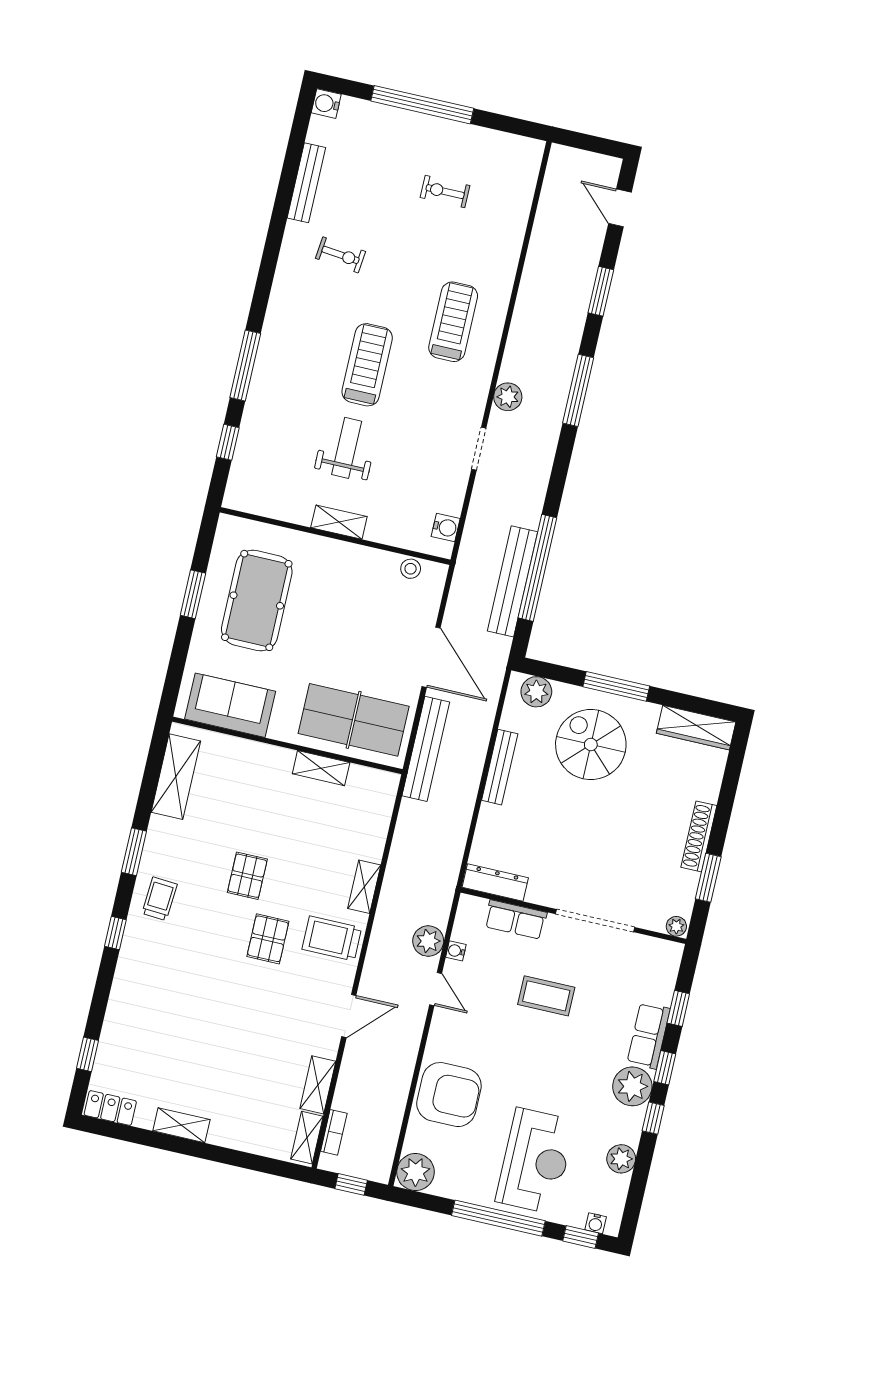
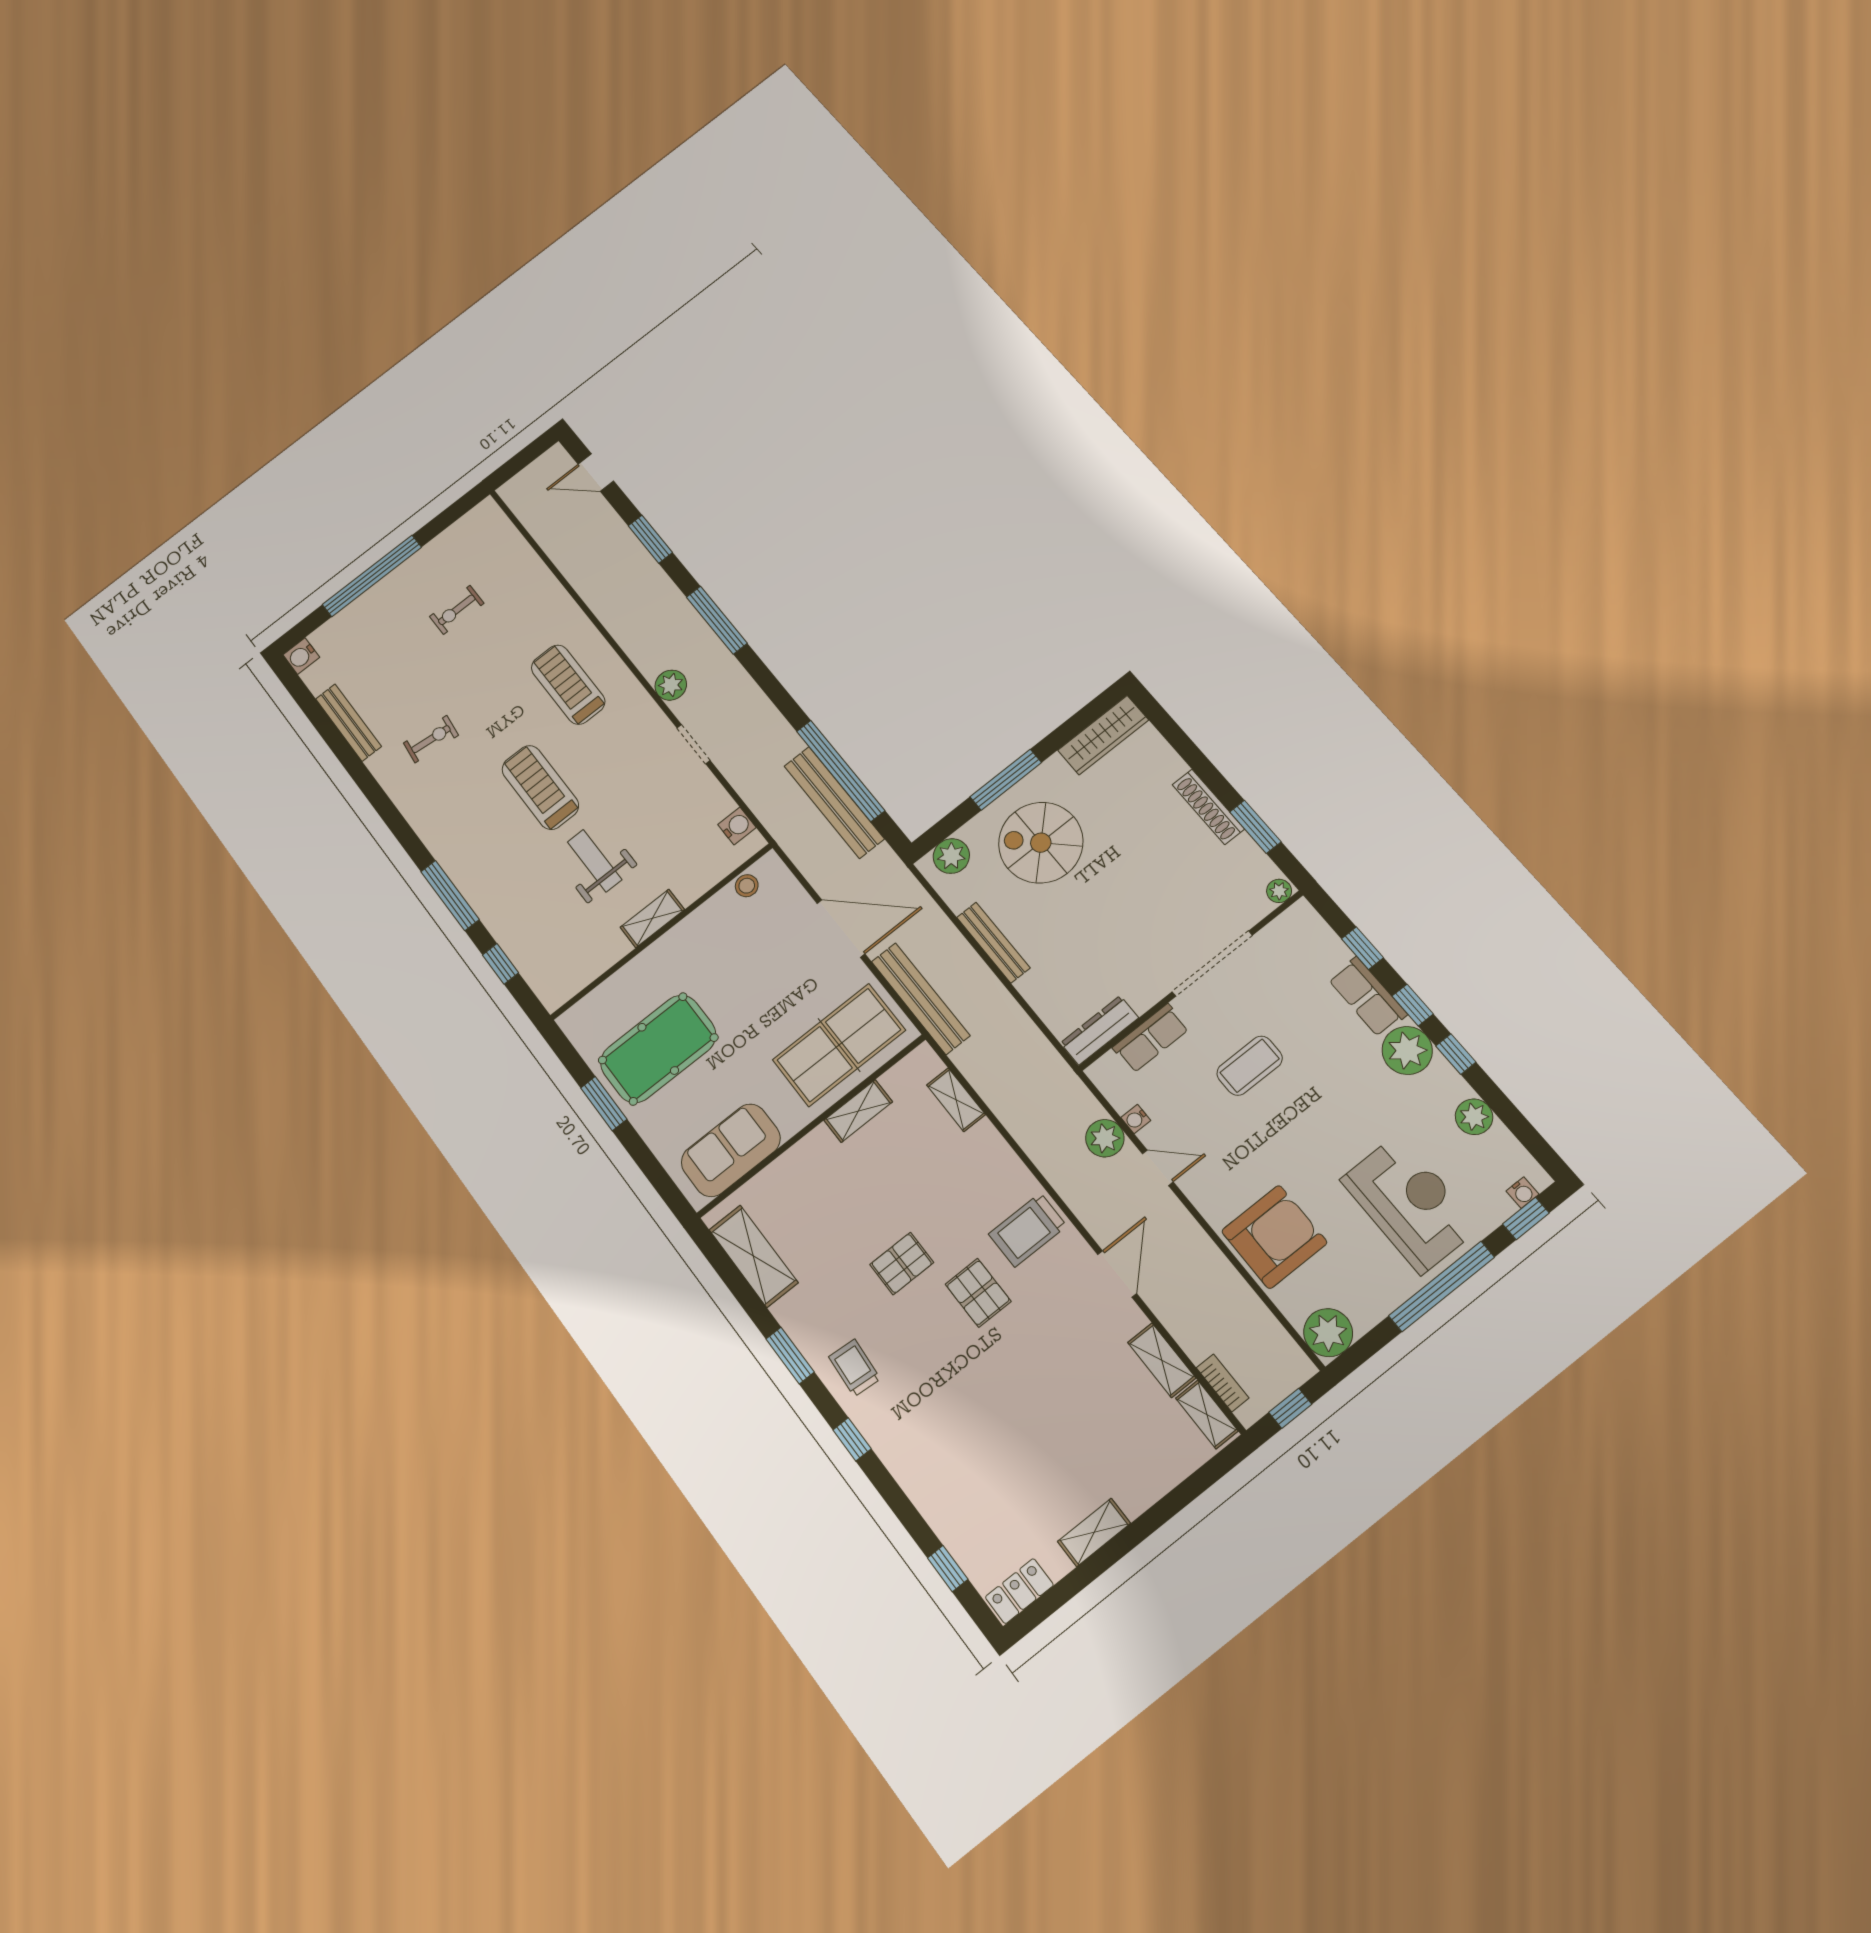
pool table: (257, 600) -> (658, 1049), turned 90
pallet: (247, 876) -> (902, 1264), turned 90
shelving: (364, 887) -> (956, 1100), moved

